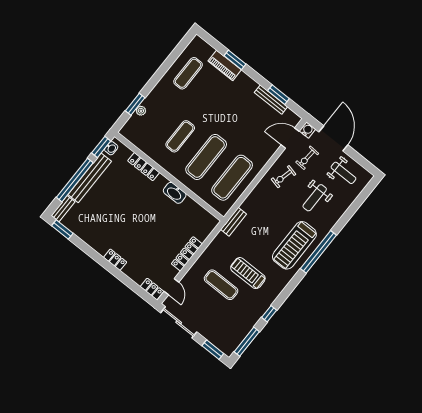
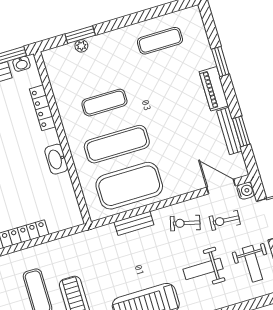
piano: (225, 65) -> (214, 89), moved
exercise mat: (232, 178) -> (129, 186), width x1.47
bench: (234, 222) -> (134, 223), moved

